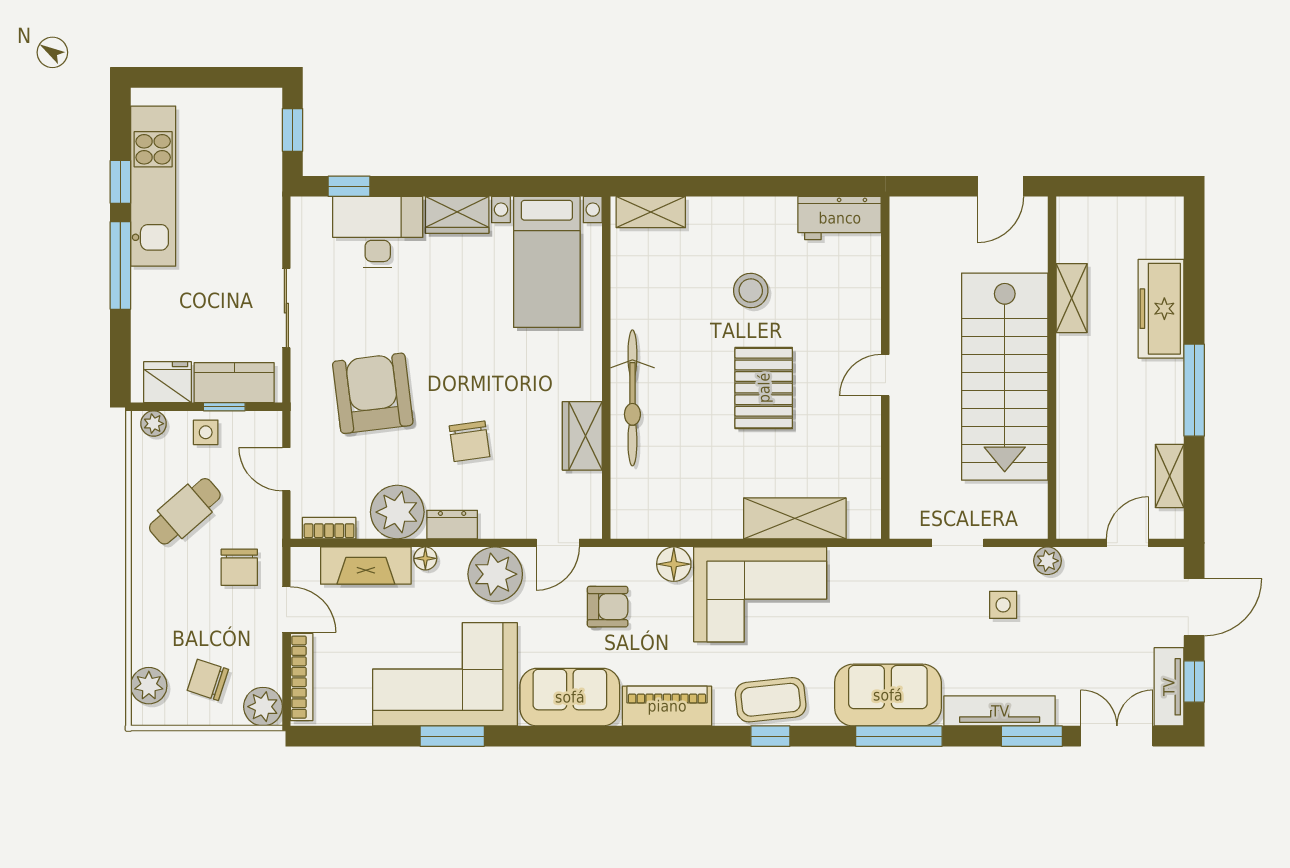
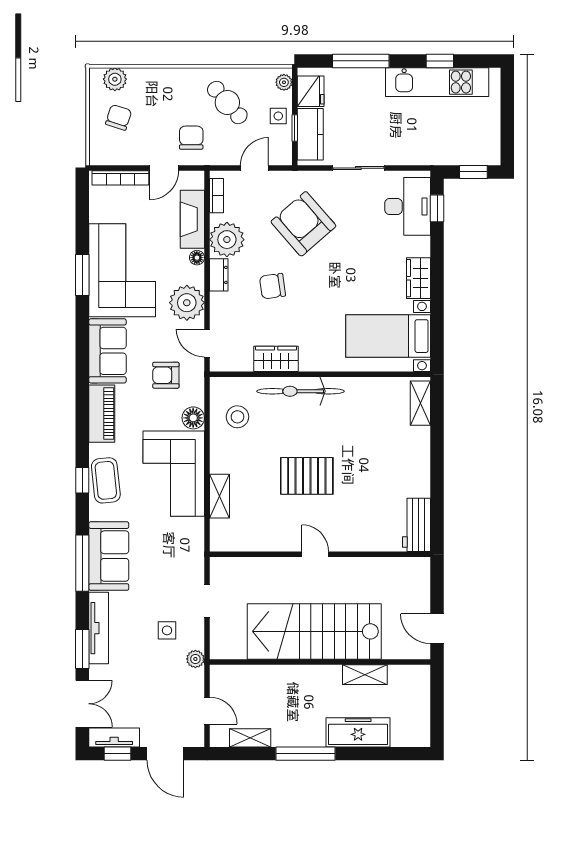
desk: (378, 232) -> (408, 206), moved
window: (120, 265) -> (361, 61), moved
stool: (751, 291) -> (237, 417), moved
armchair: (373, 393) -> (303, 224), turned -124
shelving: (795, 518) -> (220, 496), width x0.67, depth x0.75
chair: (239, 567) -> (191, 138), turned 90
armchair: (608, 607) -> (166, 375), turned 90
plant: (263, 707) -> (101, 153), removed

